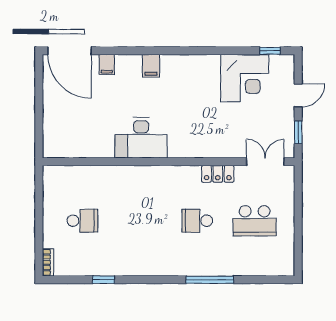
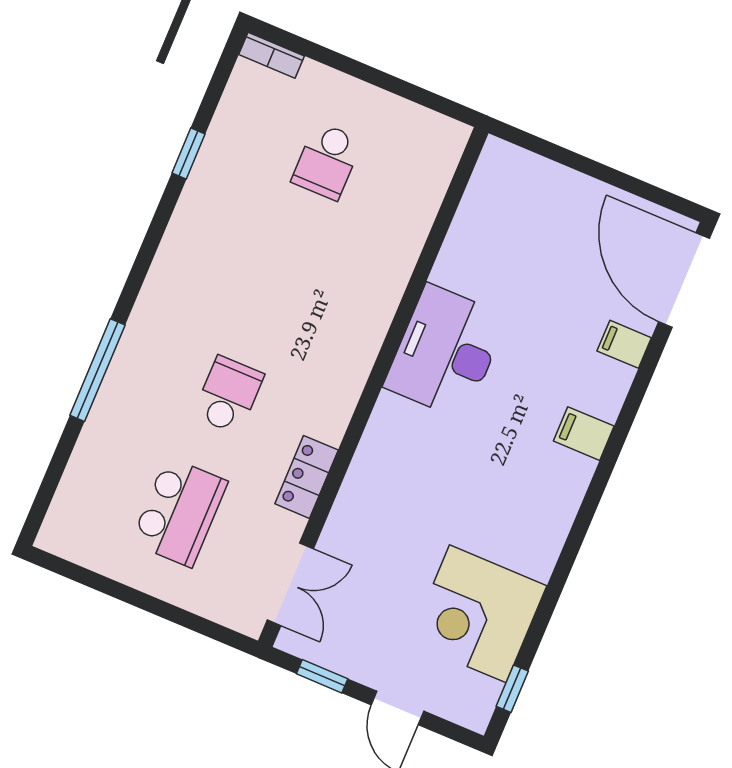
door: (69, 51) -> (684, 280), hinge flipped
school desk: (255, 221) -> (179, 512), turned 180

